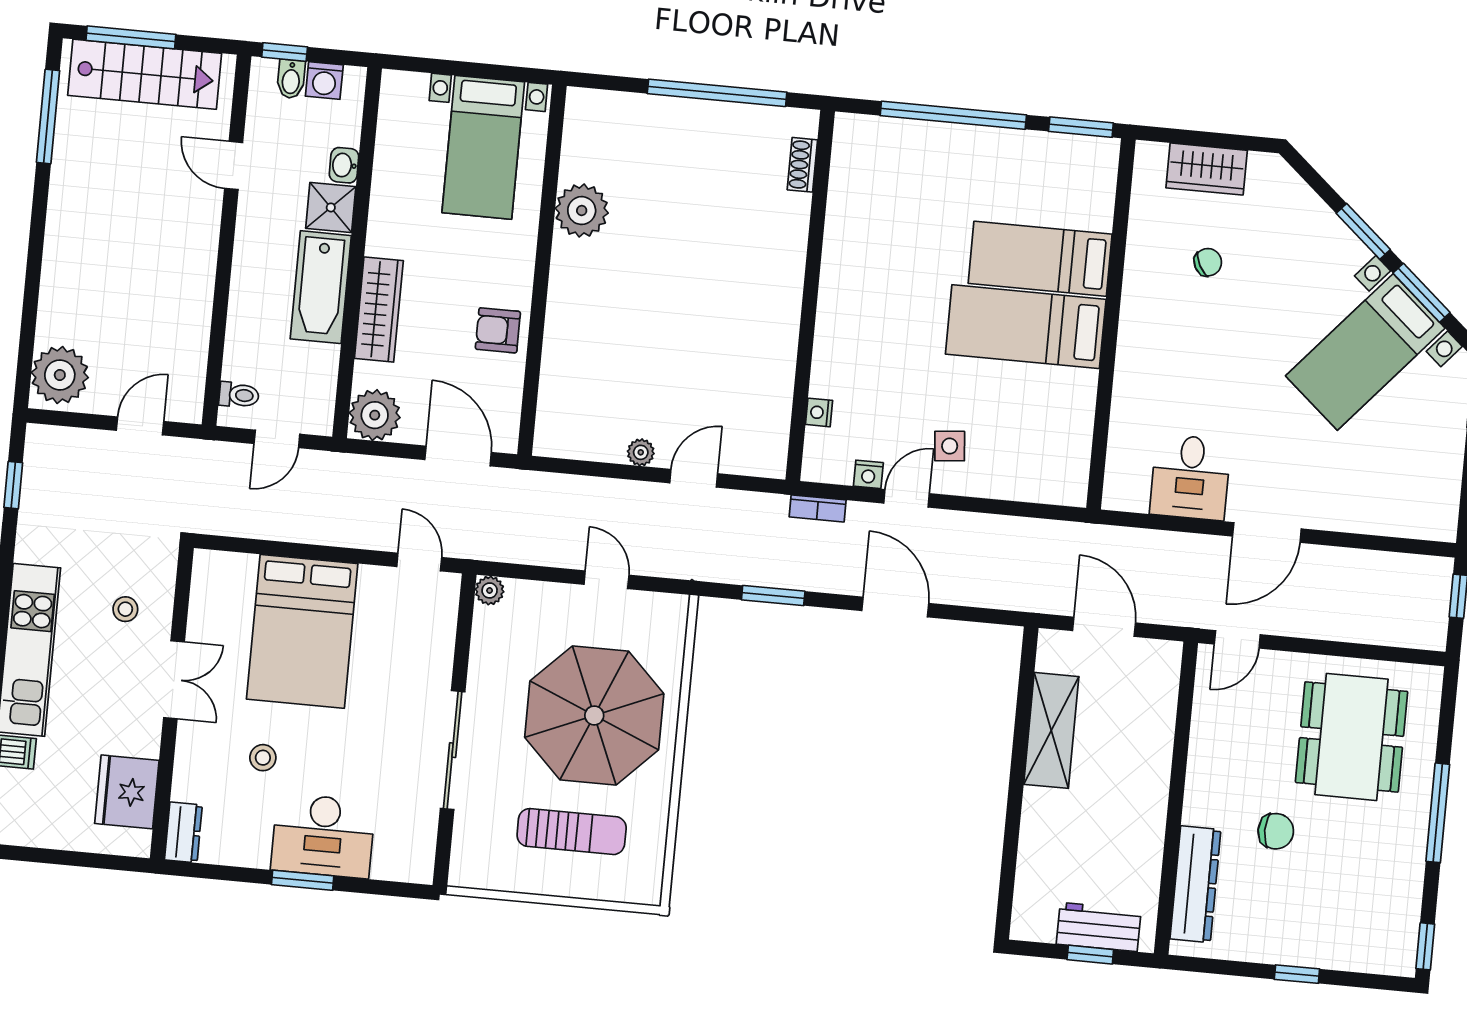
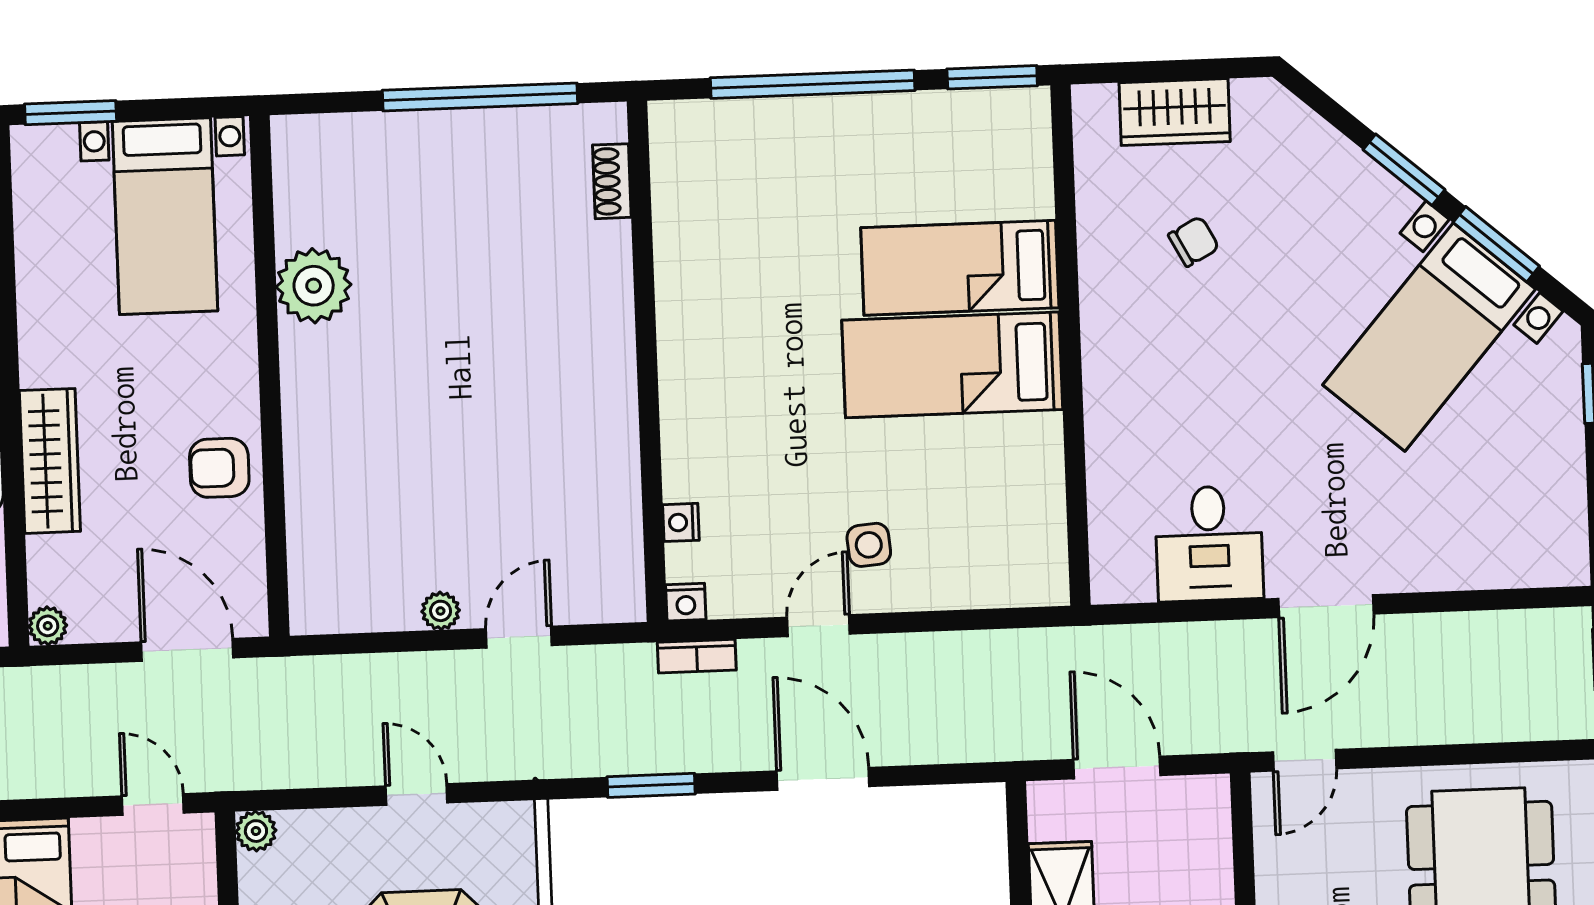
window: (426, 65) -> (71, 113), added
plant: (375, 415) -> (48, 626), width x0.53, depth x0.53
nightstand: (868, 474) -> (686, 602), moved

